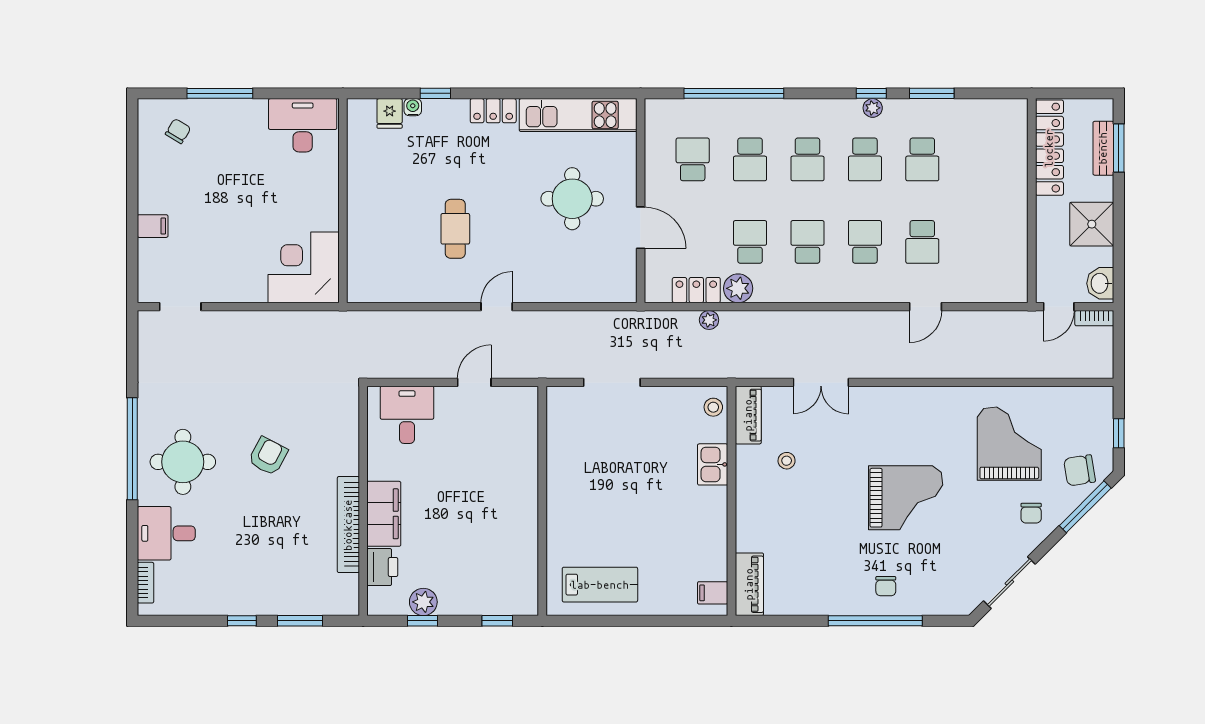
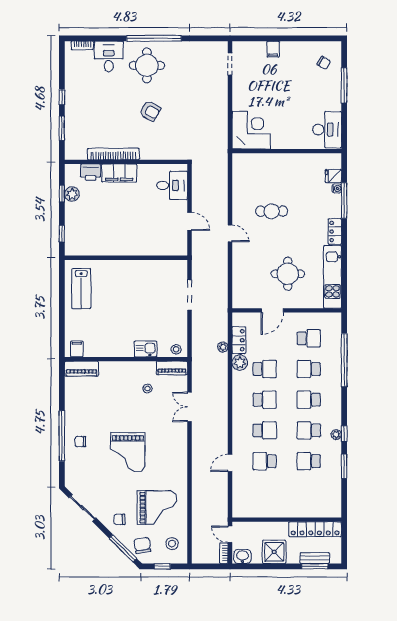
window: (435, 93) -> (344, 201), width x2.17
door: (926, 307) -> (230, 463), hinge flipped
stool: (1076, 415) -> (172, 544), added

